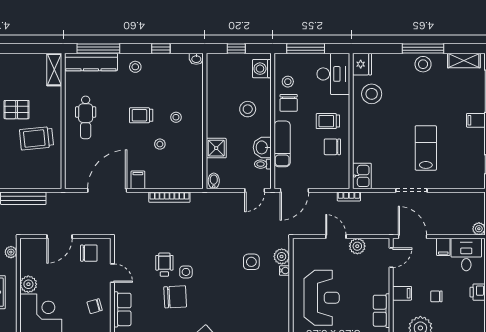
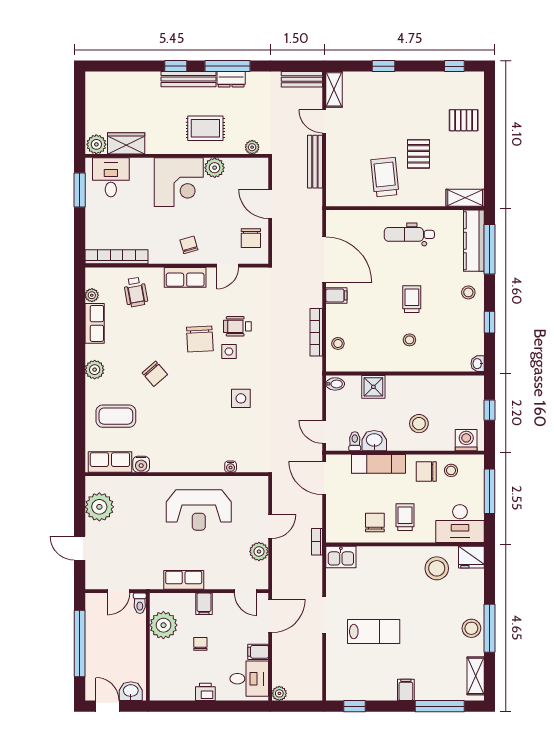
stool: (160, 144) -> (338, 343), moved
plant: (282, 256) -> (247, 463), removed
side table: (251, 262) -> (241, 398), moved
wheelchair: (164, 265) -> (237, 326), turned 180

